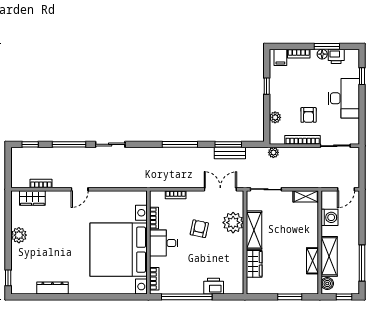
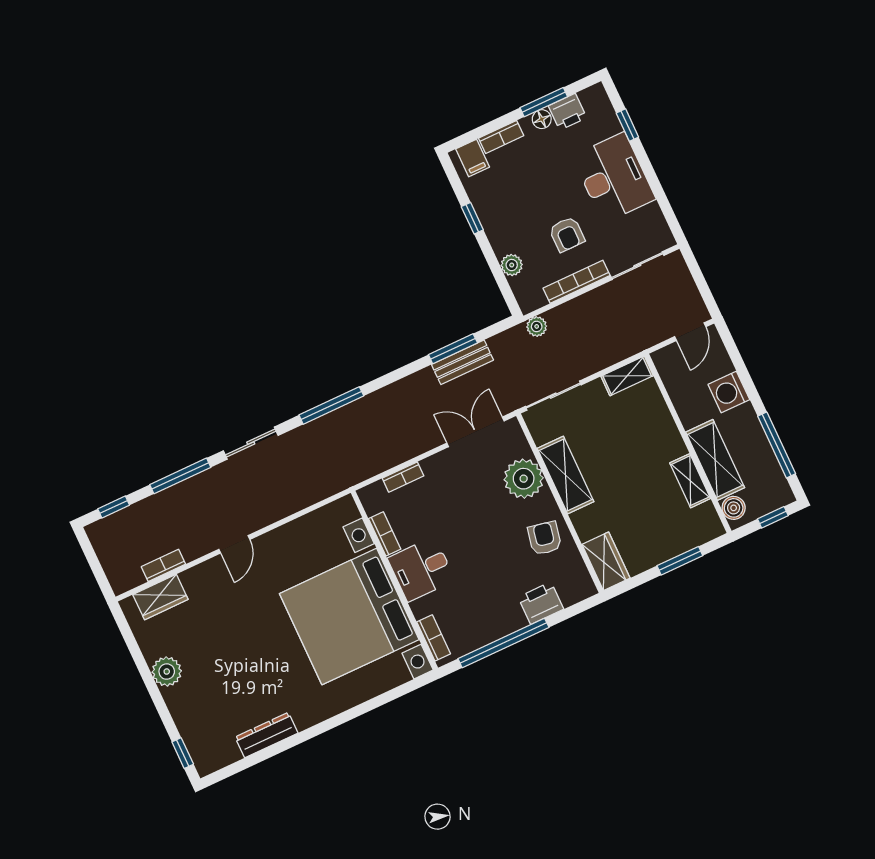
window: (180, 144) -> (331, 405), moved
washing machine: (330, 217) -> (729, 392), moved, turned 180
armchair: (199, 229) -> (545, 538), moved
wardrobe: (254, 264) -> (606, 561), moved

